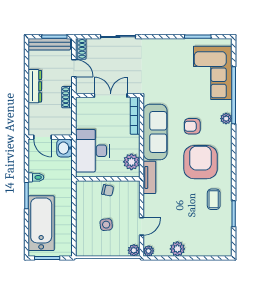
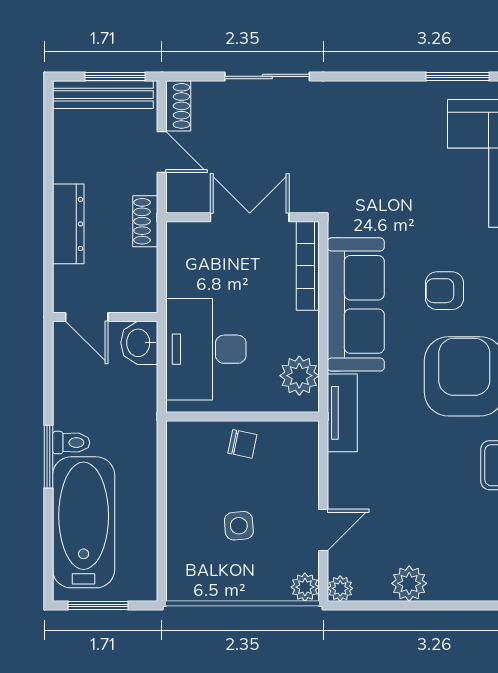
dresser: (35, 86) -> (68, 224), moved
toilet: (36, 177) -> (71, 443), moved

